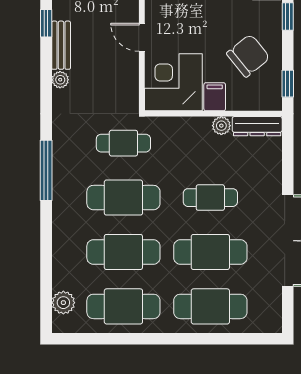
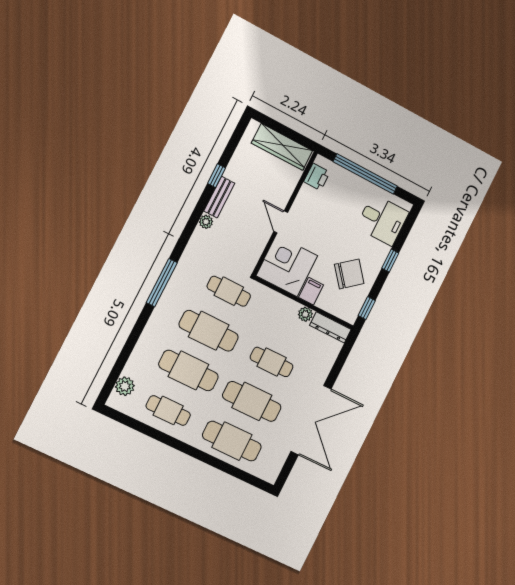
cafe table: (123, 306) -> (168, 411), width x0.73, depth x0.74

